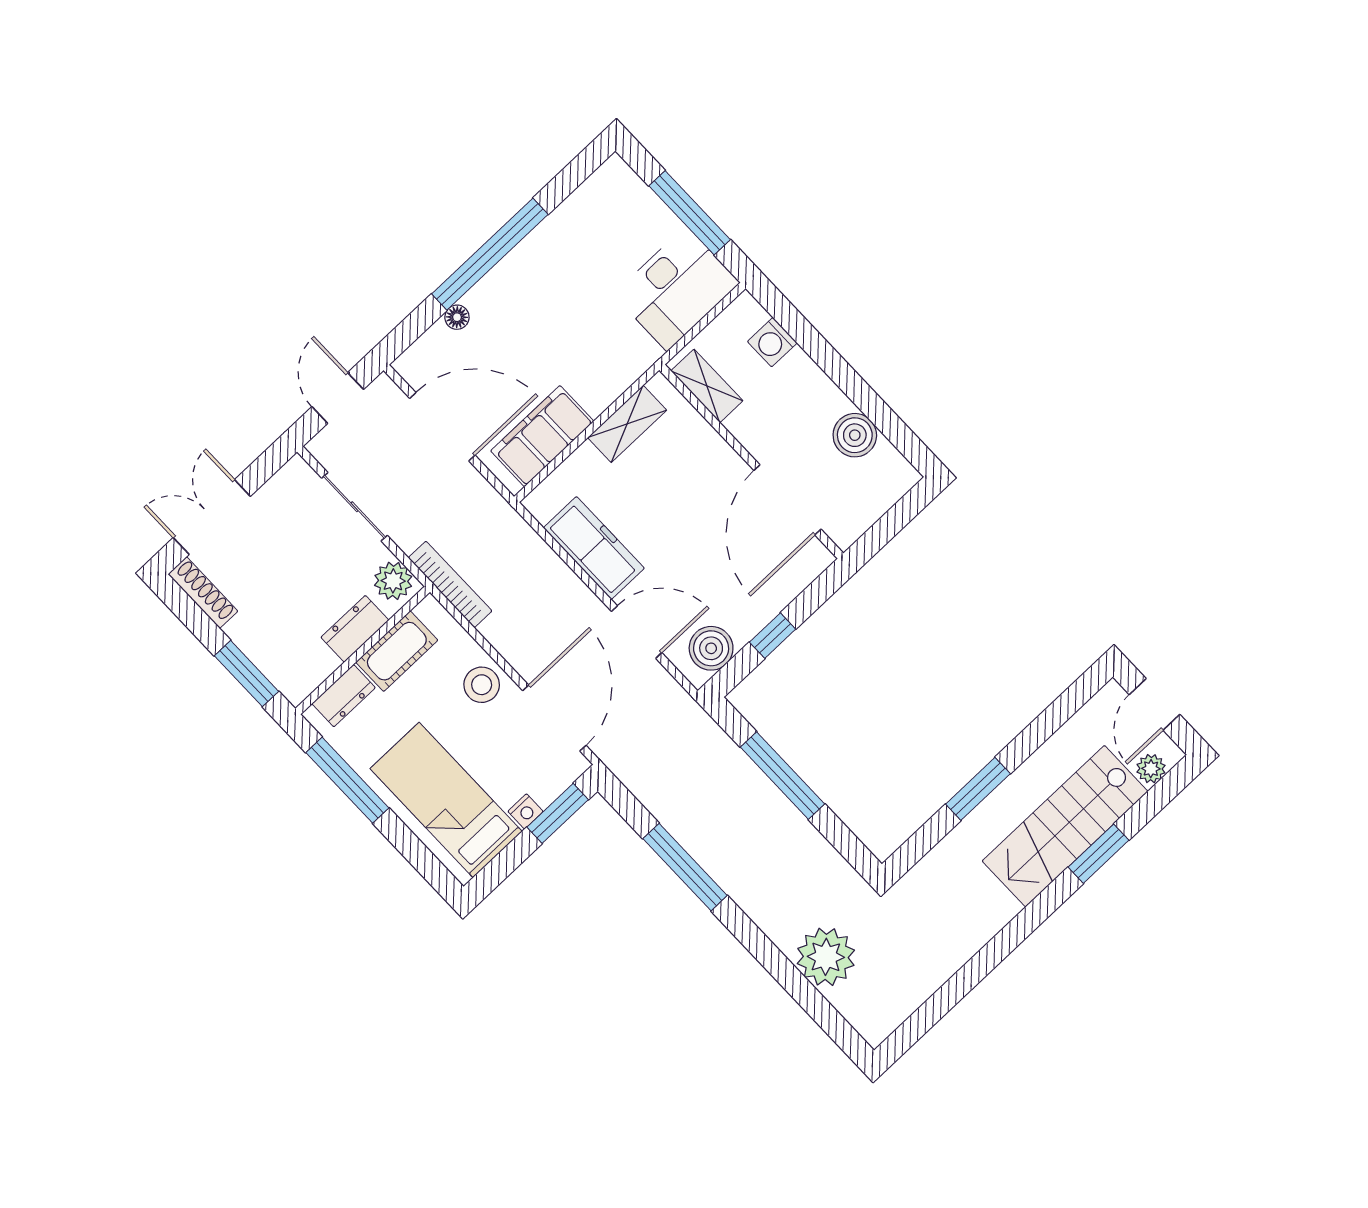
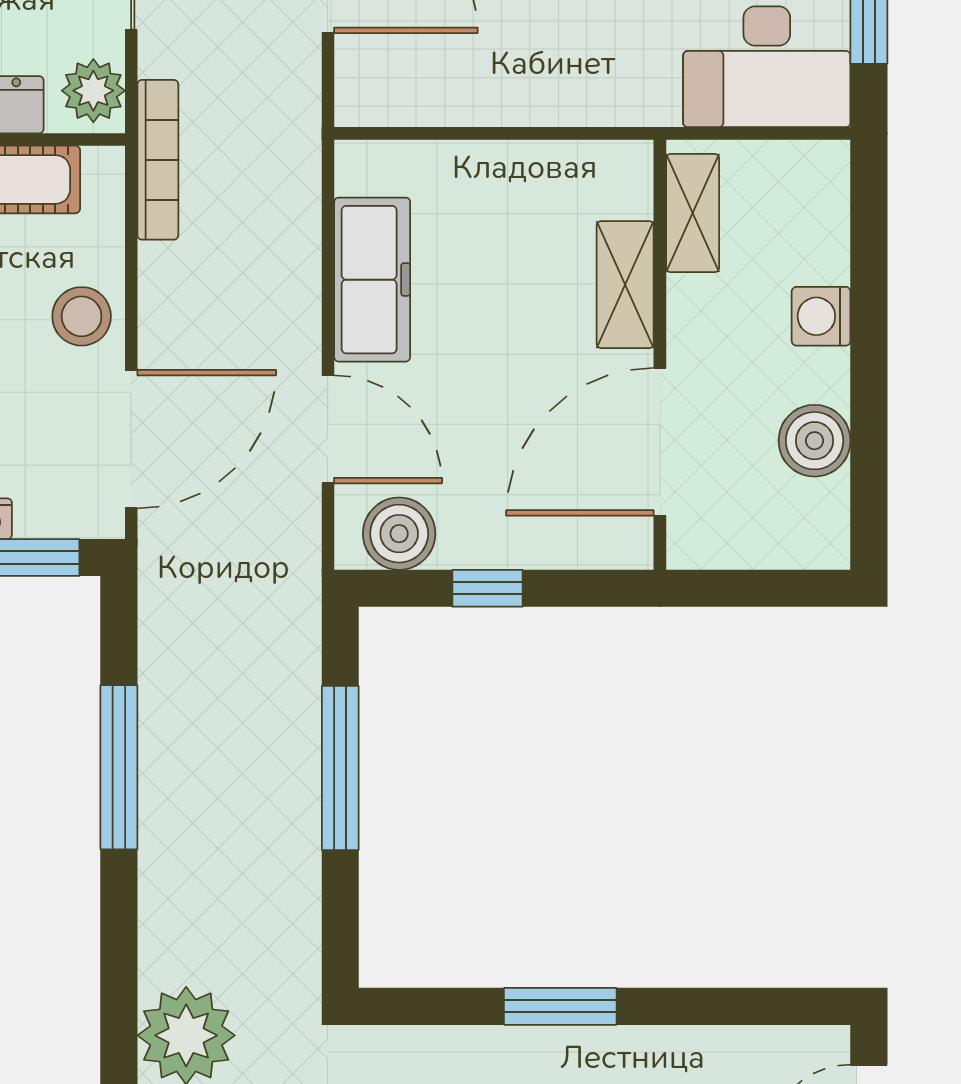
washing machine: (772, 342) -> (821, 316), moved
shelving: (627, 424) -> (625, 285), moved, turned 90
filing cabinet: (542, 436) -> (437, 86), removed

